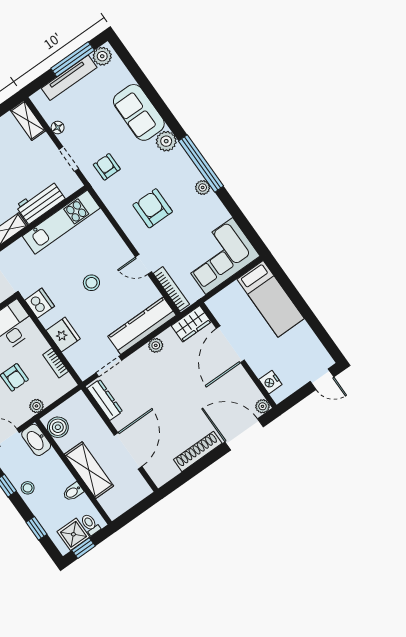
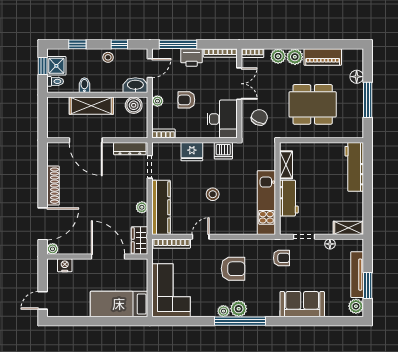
window: (73, 59) -> (368, 285), width x0.69
plant: (166, 141) -> (239, 309), moved
bookcase: (56, 363) -> (163, 133), moved

